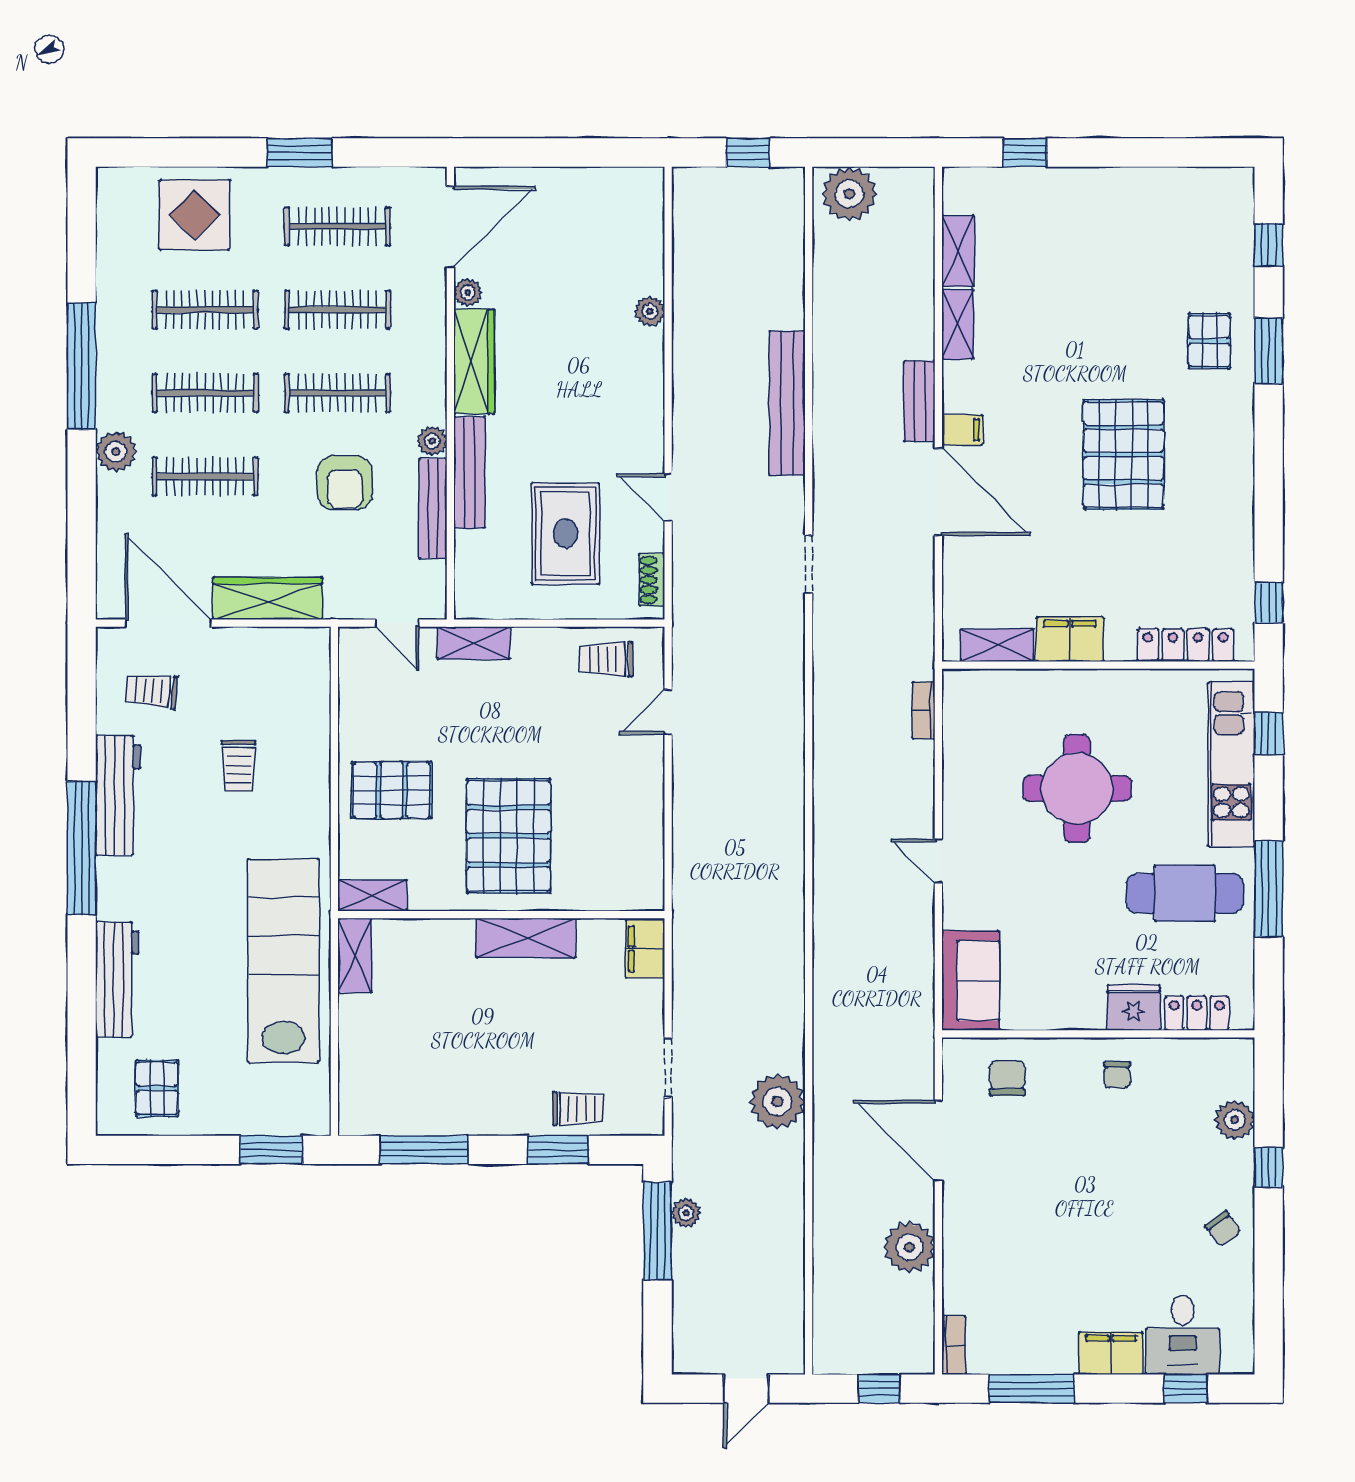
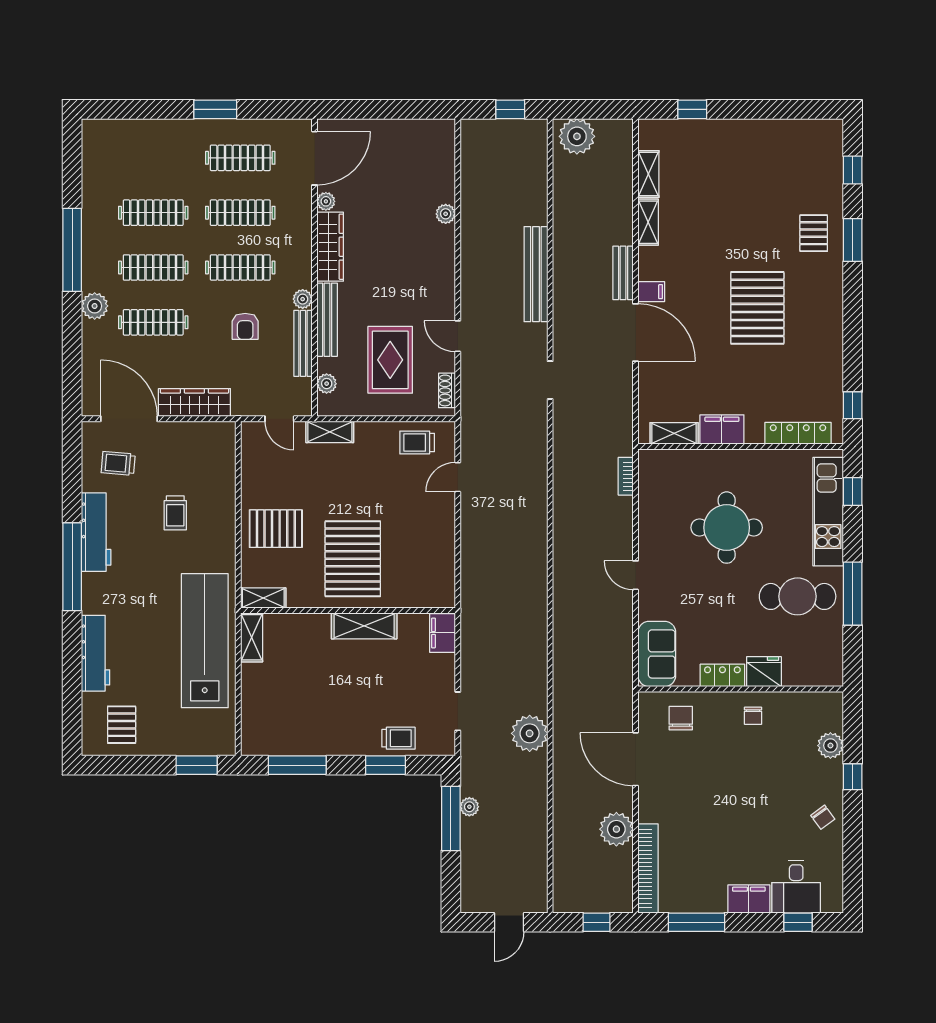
display table: (195, 215) -> (146, 150), removed
armchair: (345, 483) -> (245, 326), width x0.72, depth x0.72
plant: (469, 570) -> (327, 384), added
locker: (1197, 1013) -> (722, 675), moved
bookcase: (954, 1345) -> (648, 868), width x2.31, depth x1.31

